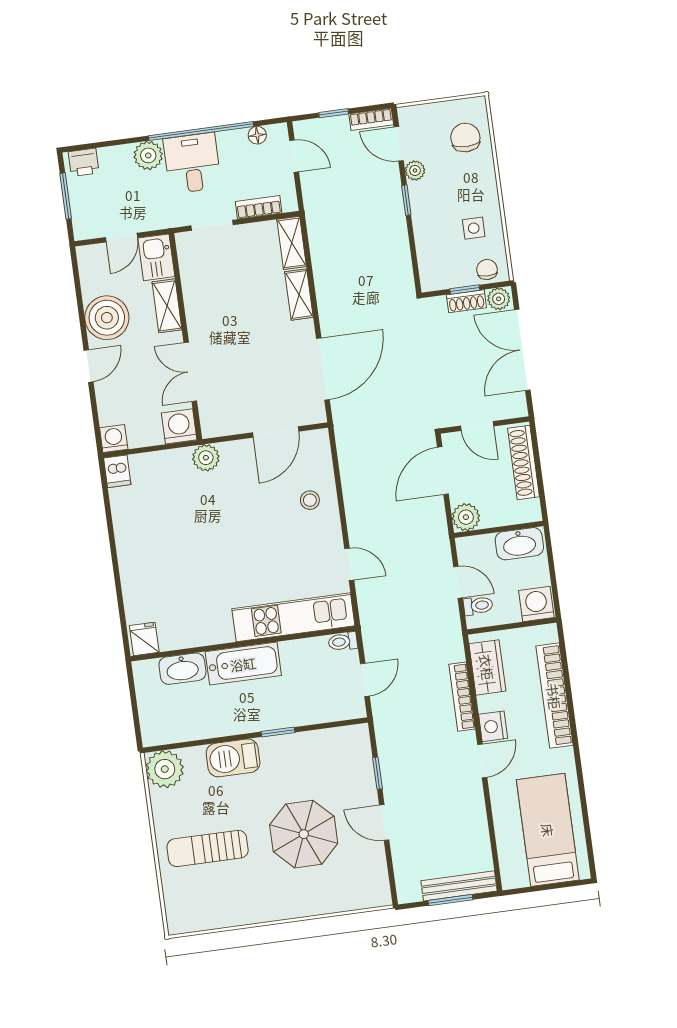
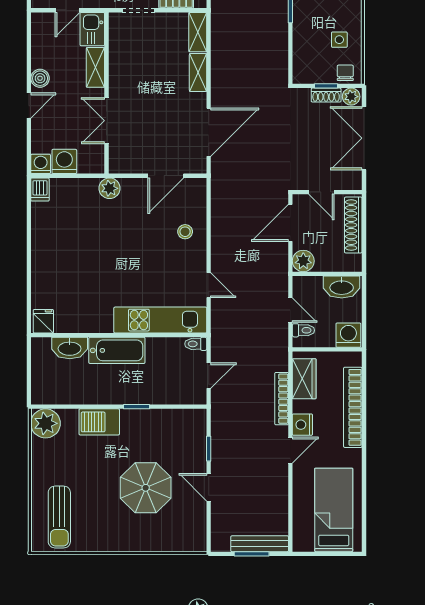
boiler: (107, 318) -> (40, 78), width x0.54, depth x0.54
washing machine: (179, 426) -> (64, 161), moved
sun lounger: (208, 848) -> (59, 517), moved, turned -90

